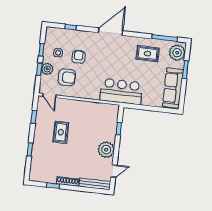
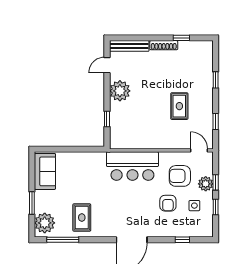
rug: (148, 54) -> (82, 218), turned 90
sofa: (173, 88) -> (45, 171), width x0.73
bar counter: (121, 91) -> (132, 166), moved

